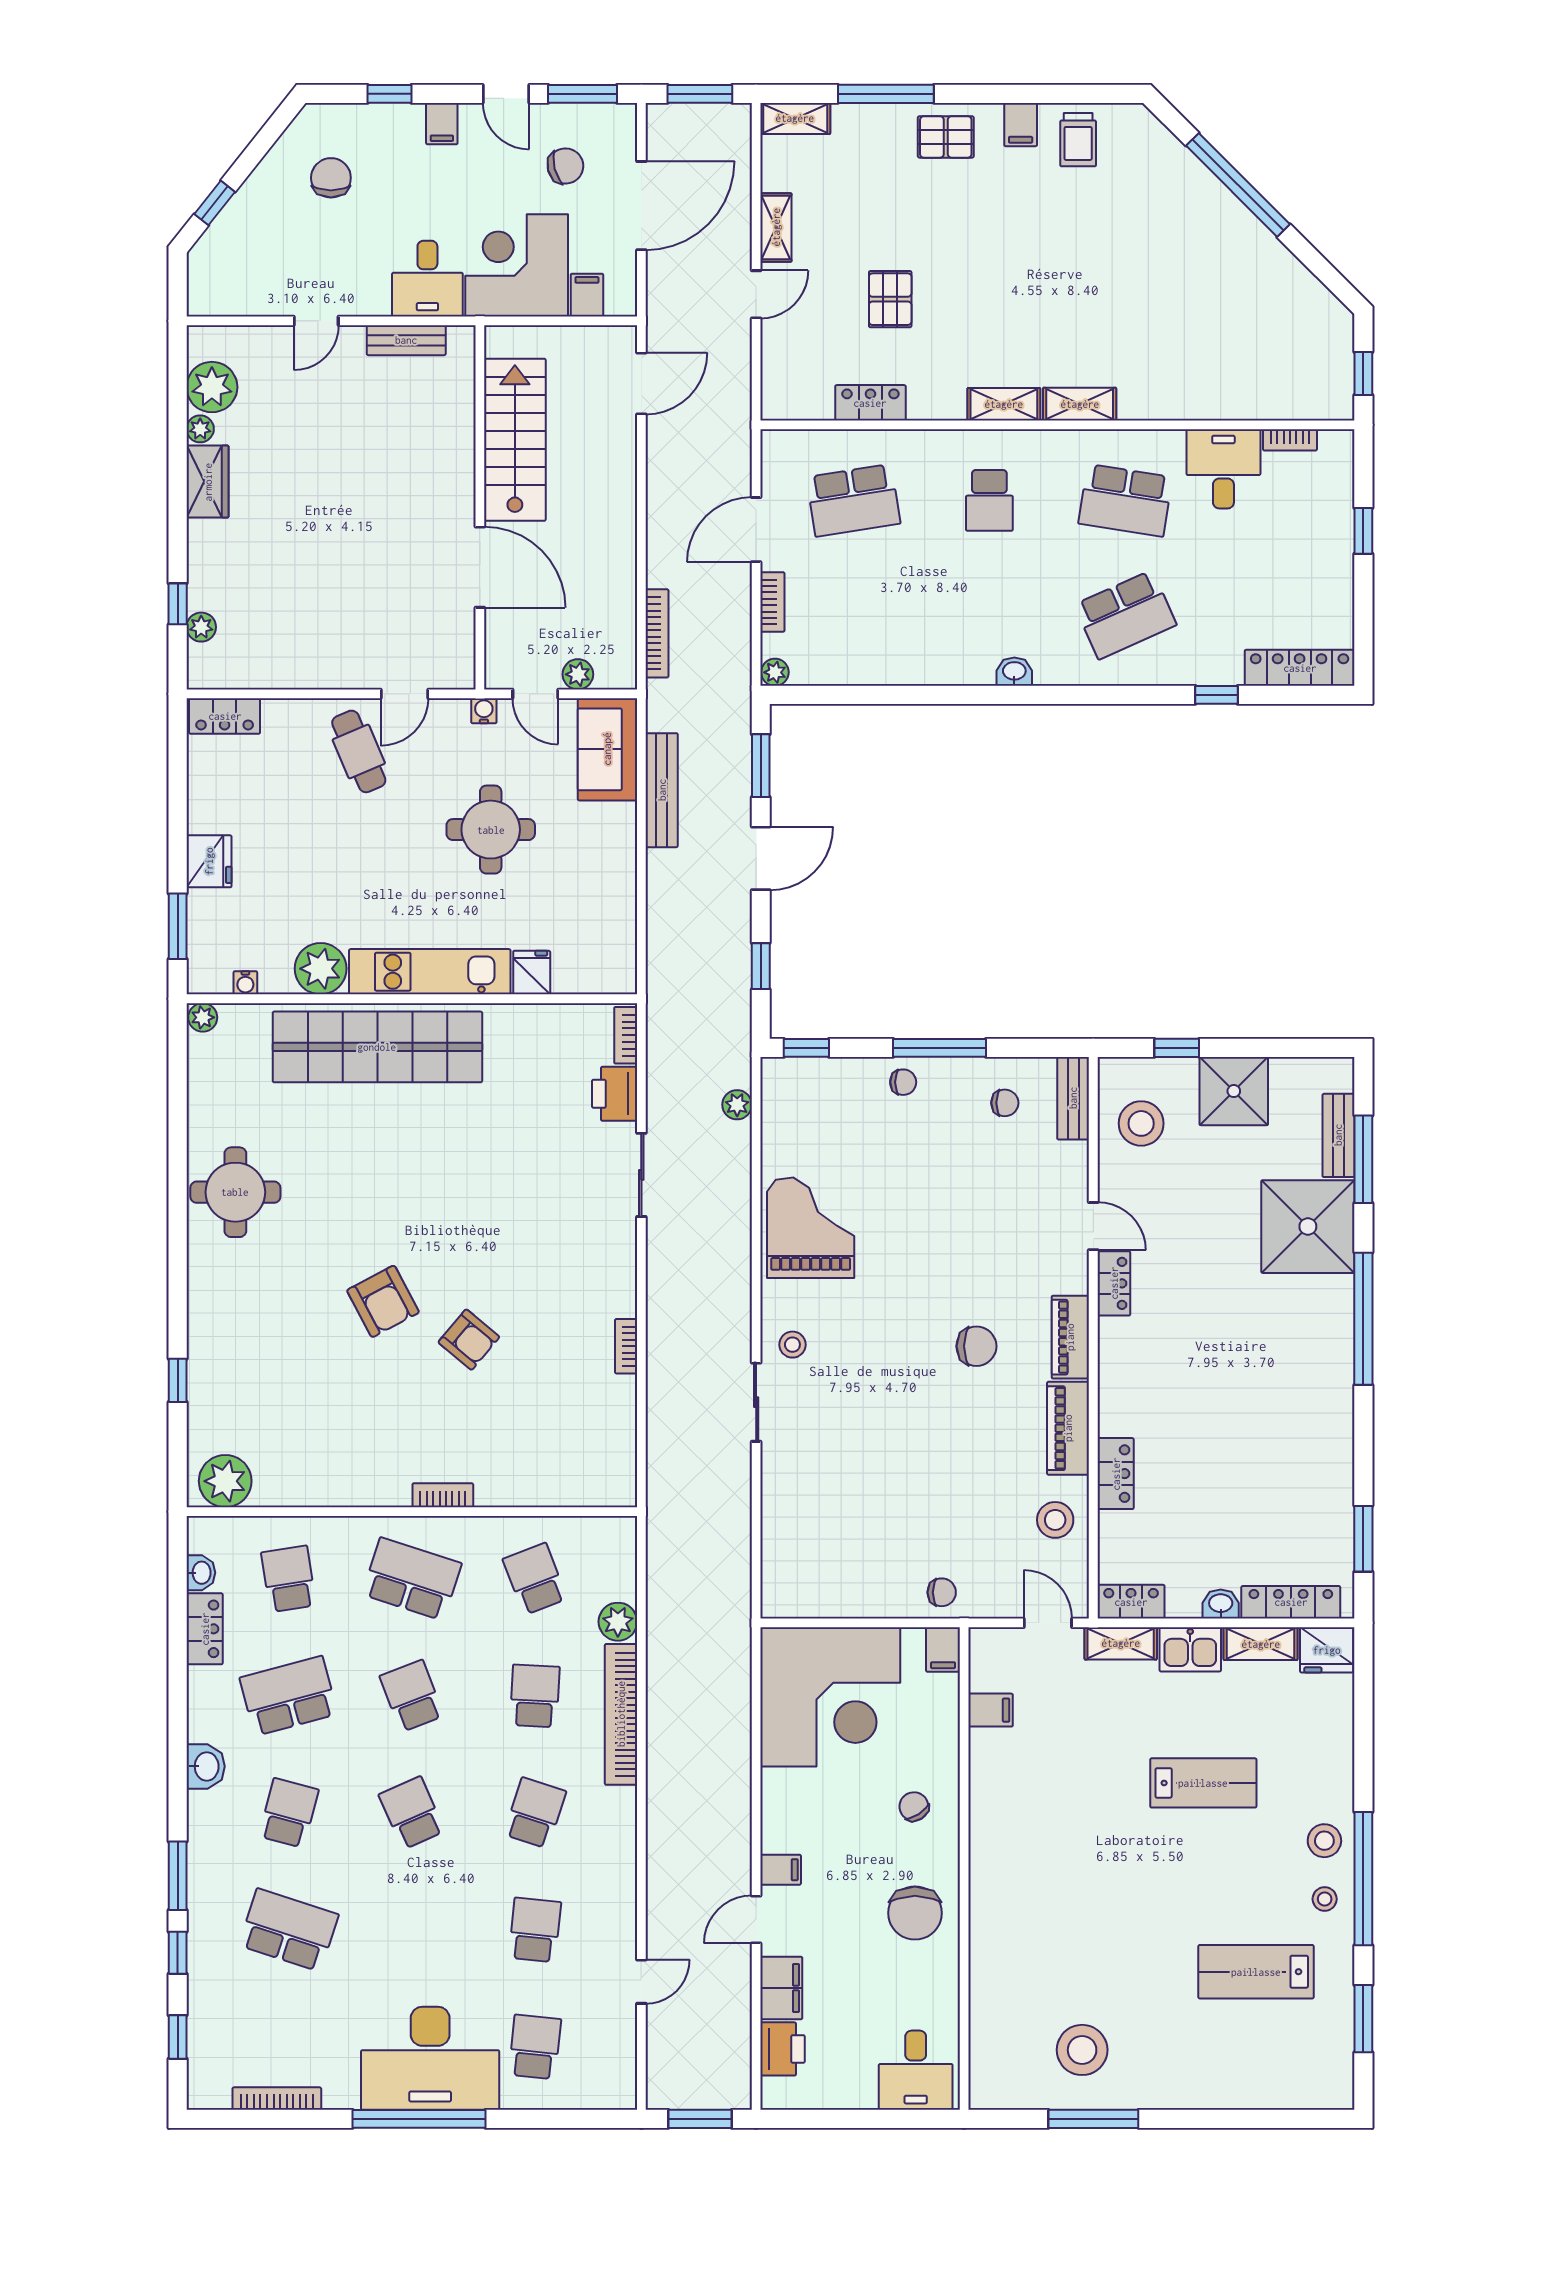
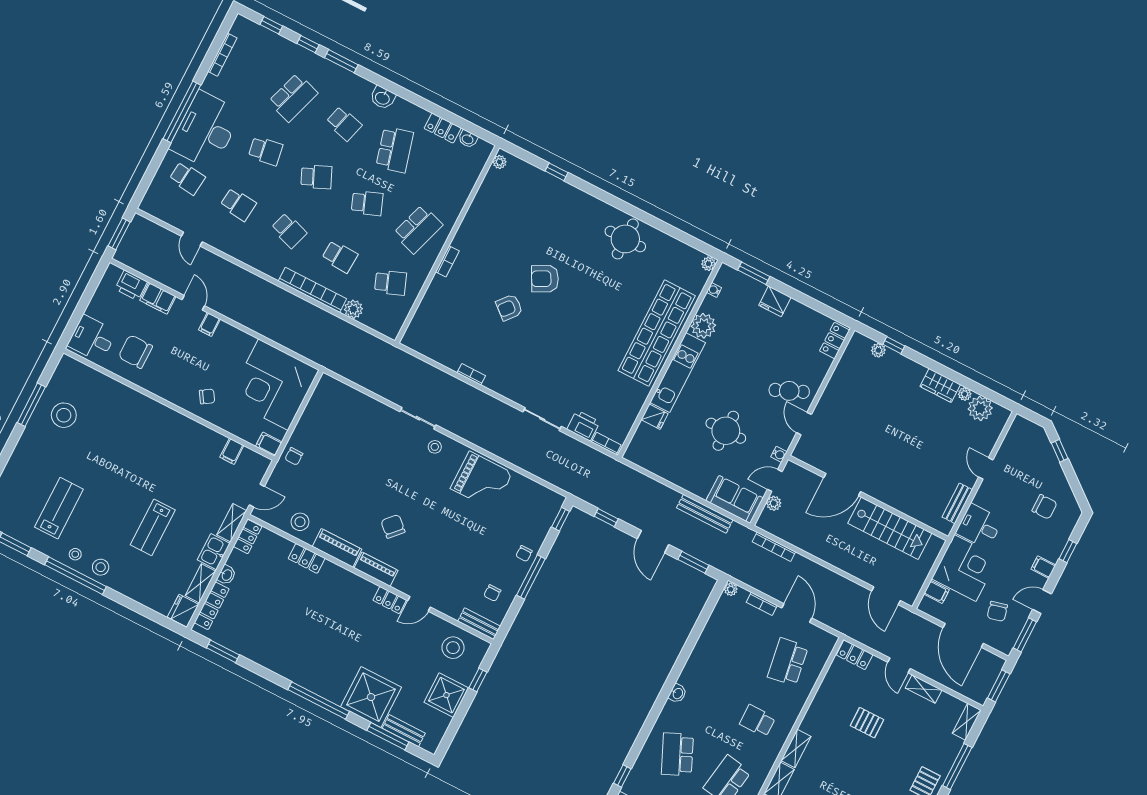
locker: (870, 403) -> (855, 655), moved, turned 90
plant: (737, 1105) -> (551, 476), removed
chair: (976, 1346) -> (393, 526), turned 133
plant: (225, 1481) -> (500, 162), width x0.53, depth x0.53
school desk: (289, 1579) -> (266, 151), moved
chair: (915, 1913) -> (135, 352), moved

